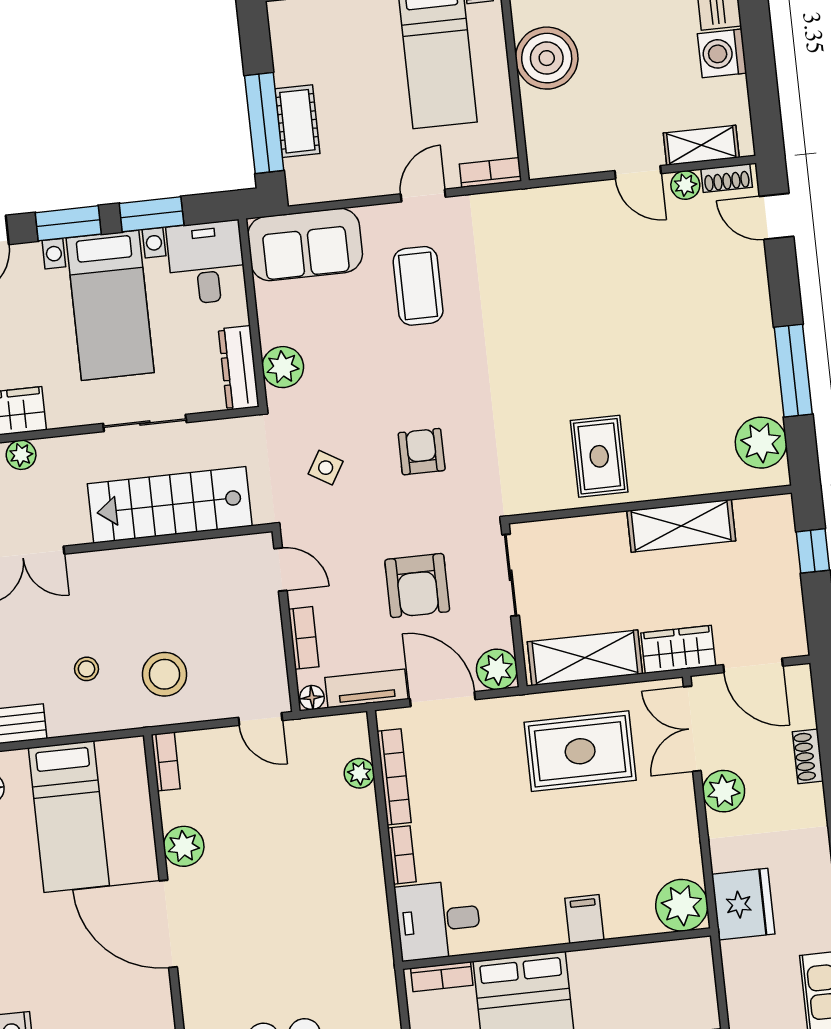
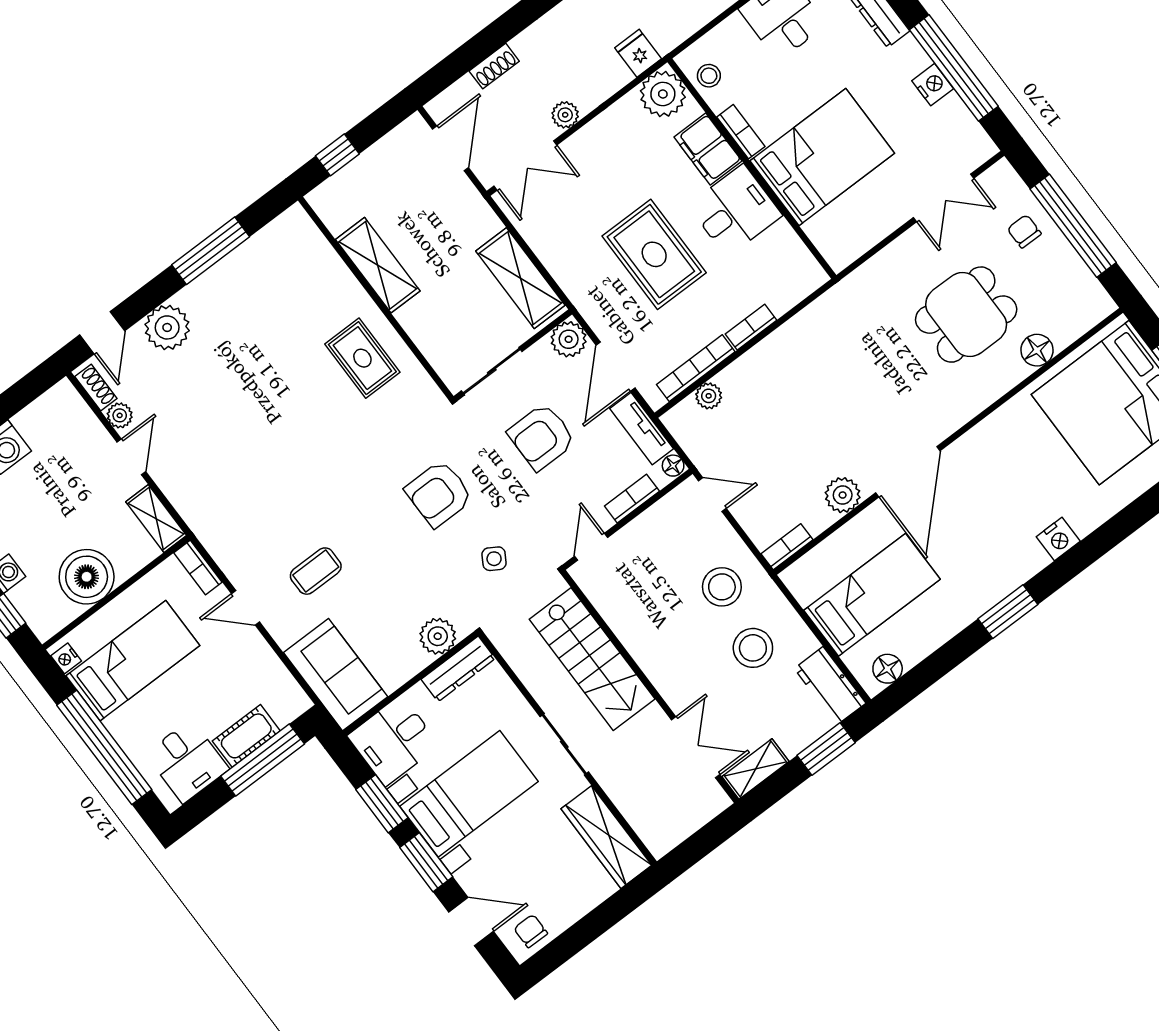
desk: (307, 48) -> (187, 761), added
shelving: (701, 145) -> (156, 519), moved
coffee table: (418, 286) -> (316, 571), width x0.73, depth x0.77
sliding door: (145, 423) -> (564, 744), moved
plant: (761, 443) -> (167, 327), moved
armchair: (422, 452) -> (439, 494), width x1.38, depth x1.38
plant: (21, 455) -> (621, 793), removed
rug: (599, 456) -> (362, 358), turned 90
armchair: (417, 586) -> (541, 437), turned 180
wardrobe: (678, 649) -> (472, 212), removed
stool: (87, 669) -> (753, 648), width x1.89, depth x1.89
door: (260, 719) -> (712, 495), hinge flipped
rug: (580, 751) -> (654, 254), moved
plant: (724, 791) -> (565, 115), width x0.73, depth x0.73
fridge: (743, 904) -> (638, 53), width x0.53, depth x0.75
filing cabinet: (584, 919) -> (708, 149), width x2.00
desk: (438, 920) -> (735, 211), moved, turned -90
stool: (673, 961) -> (709, 76), added
bookcase: (442, 977) -> (741, 132), moved

